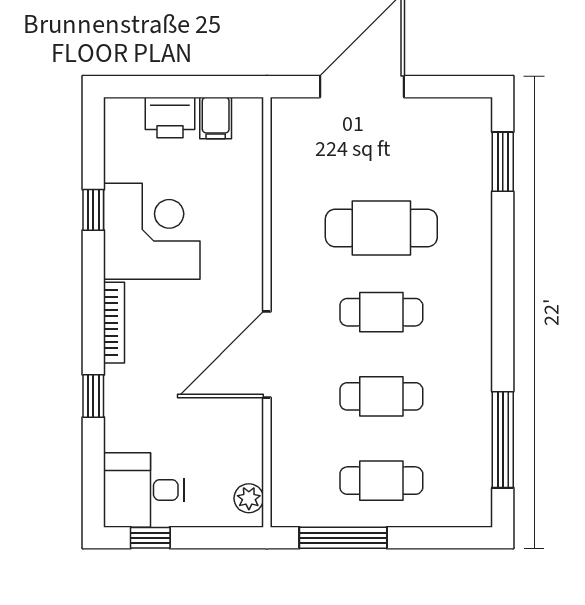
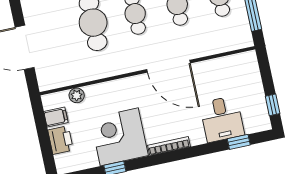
window: (93, 396) -> (239, 142), moved
desk: (144, 490) -> (222, 119), moved
plant: (249, 498) -> (77, 95), moved

